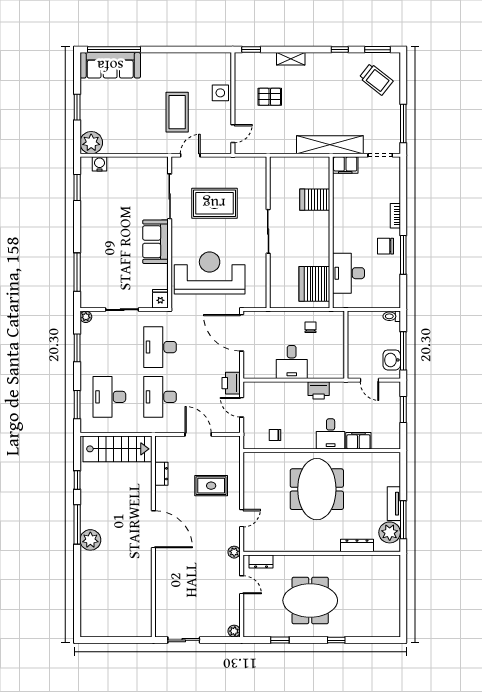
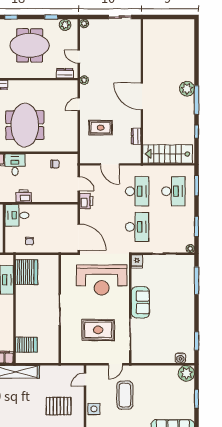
pallet: (270, 97) -> (59, 406), width x1.50, depth x1.42
server rack: (315, 200) -> (26, 345), moved
desk: (292, 362) -> (17, 215), moved, turned -90
plant: (261, 629) -> (65, 25), added

